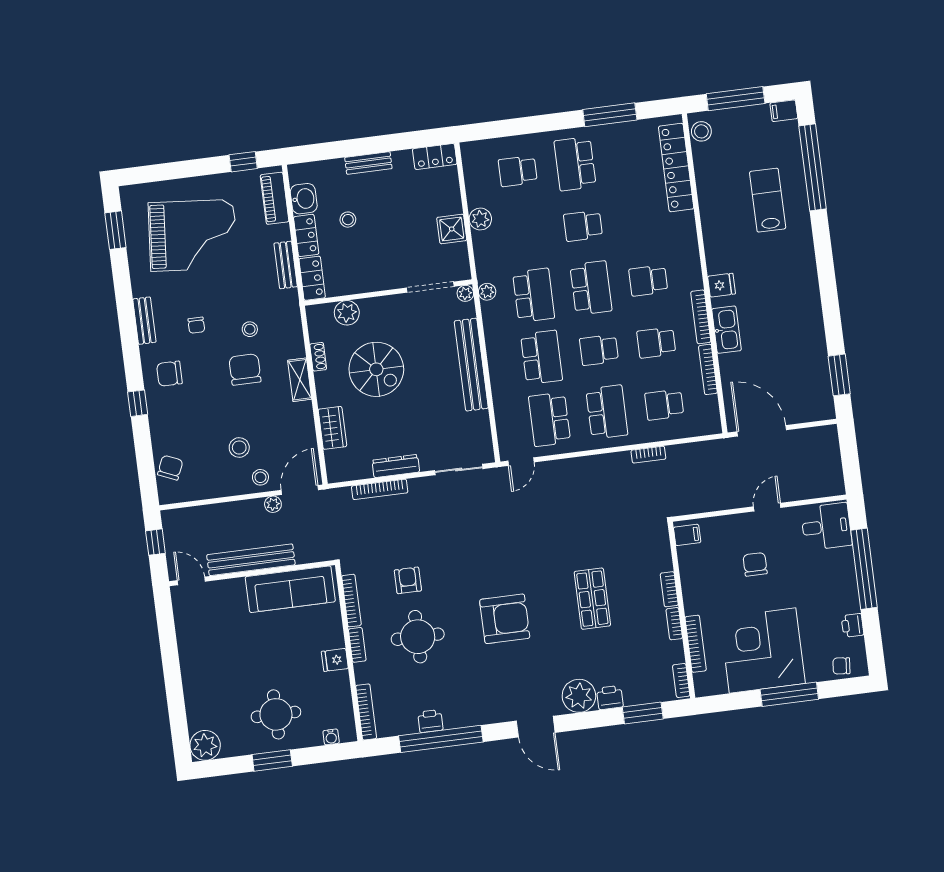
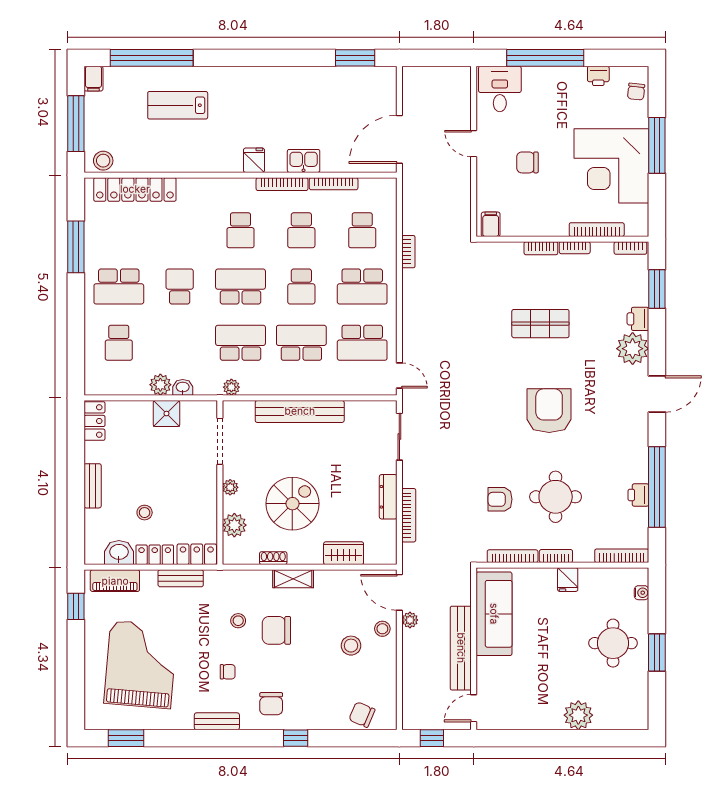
school desk: (583, 226) -> (180, 287), turned 180
washbasin: (480, 242) -> (183, 387), added
plant: (465, 293) -> (230, 487), moved
kitchen sink: (726, 330) -> (304, 161), width x0.73
school desk: (607, 412) -> (362, 287), turned 180
plant: (205, 745) -> (578, 715), moved

